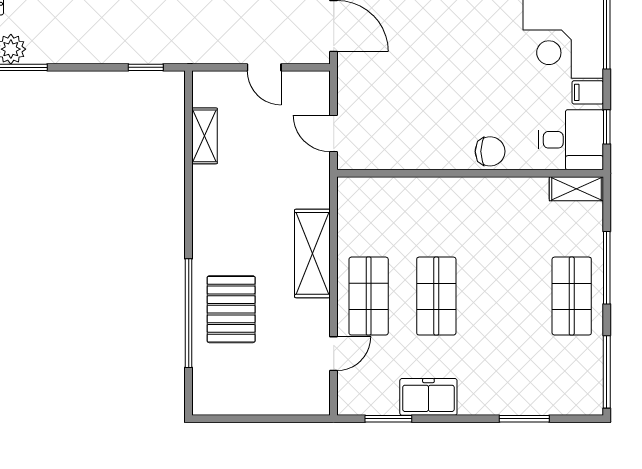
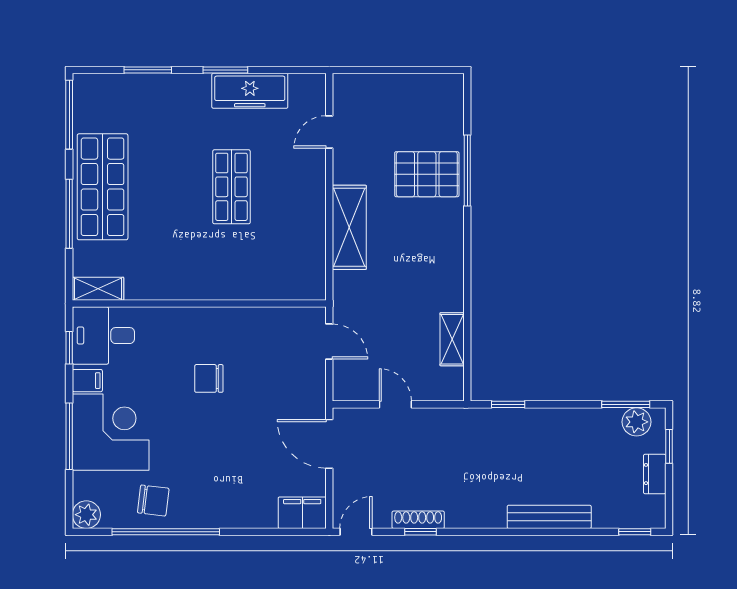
chair: (490, 151) -> (209, 378), moved
shop shelf: (369, 296) -> (296, 187), removed
shop shelf: (572, 296) -> (103, 187), width x1.43, depth x1.36
pallet: (231, 309) -> (427, 174), turned 90
window: (189, 313) -> (467, 171), width x0.68
freezer: (428, 397) -> (250, 91), width x1.40
window: (388, 419) -> (225, 70), moved

